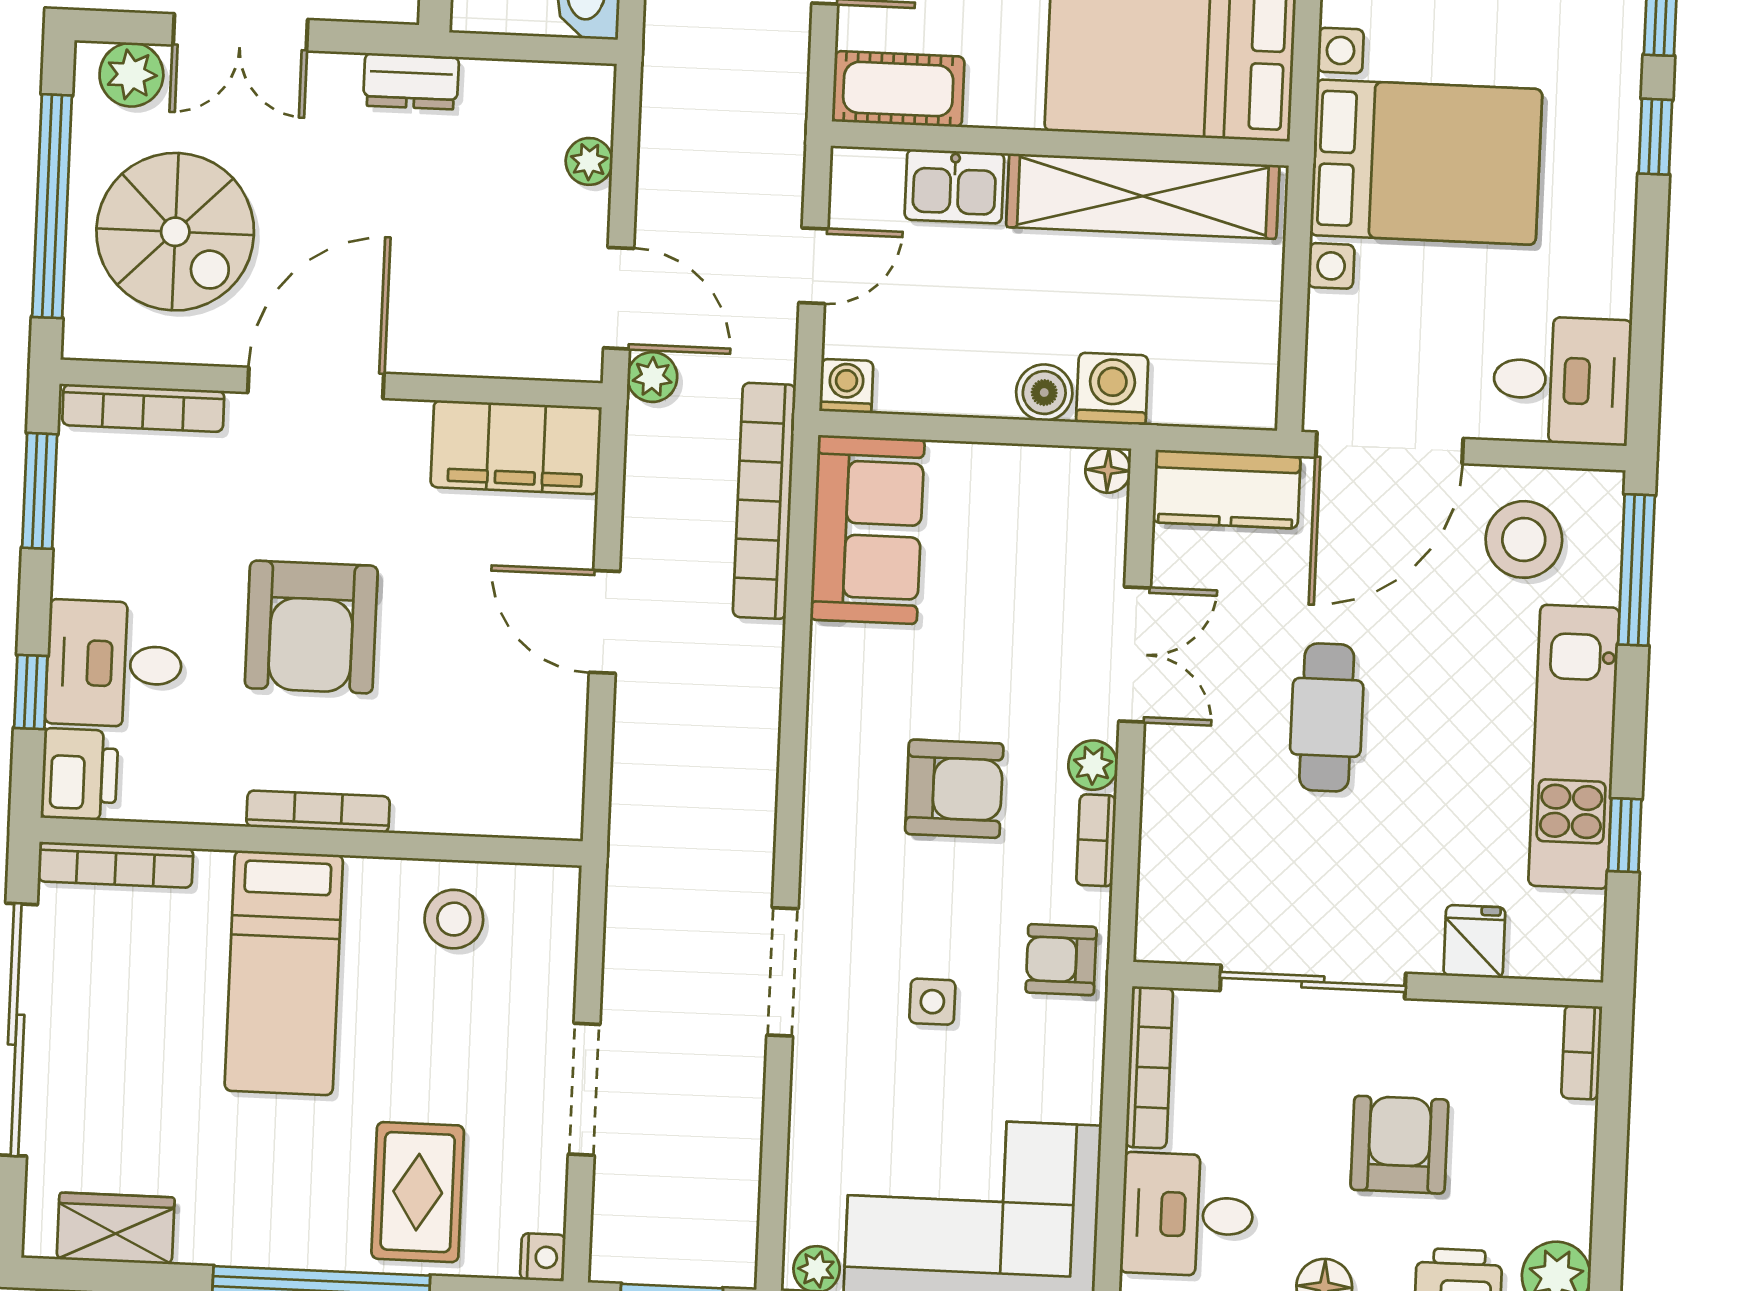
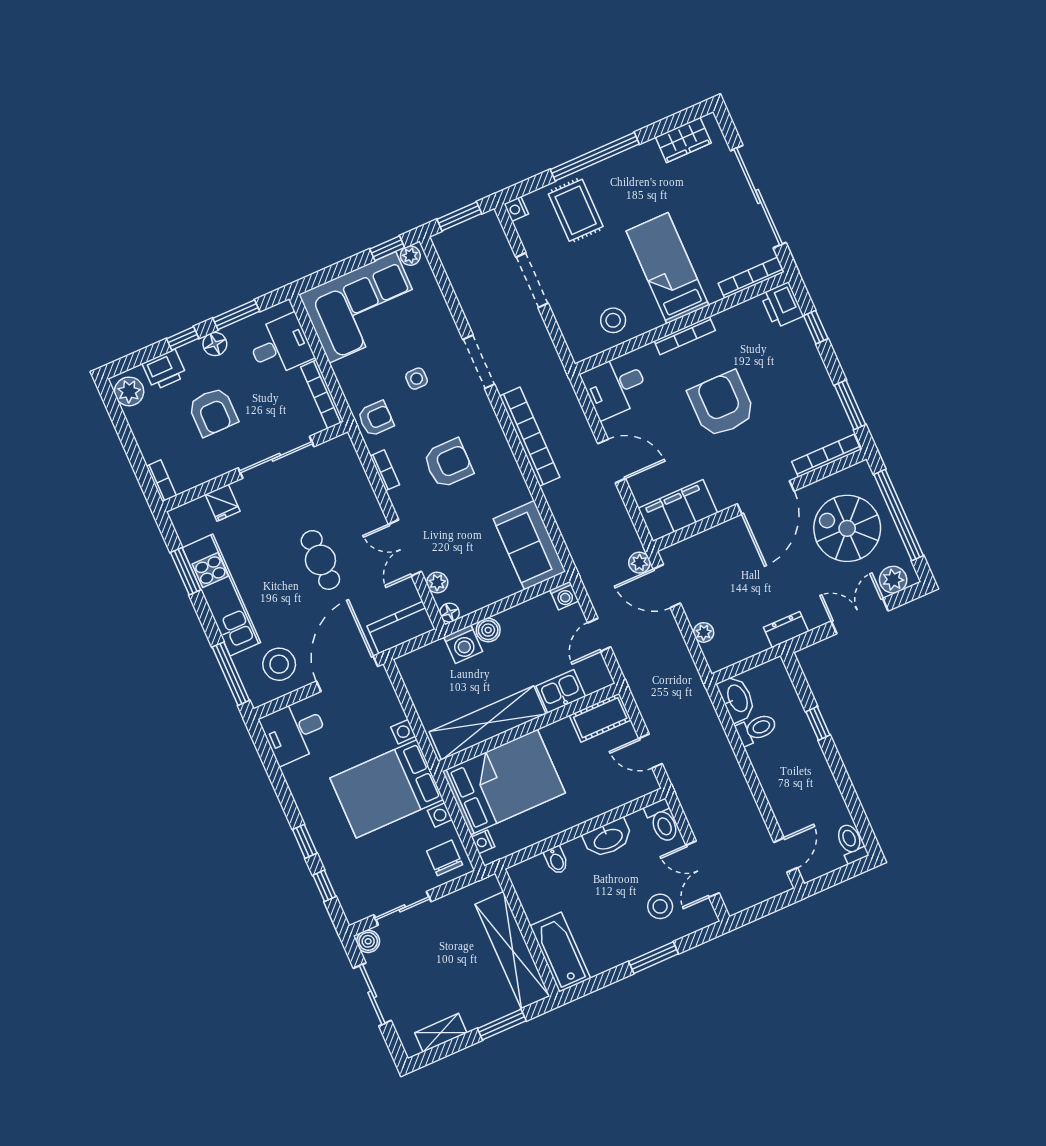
bookcase: (764, 501) -> (530, 437), moved
desk: (114, 664) -> (615, 386), moved, turned 180
plant: (1093, 765) -> (437, 583), moved
armchair: (954, 789) -> (448, 463), turned 180
window: (1625, 835) -> (186, 571), width x1.50

